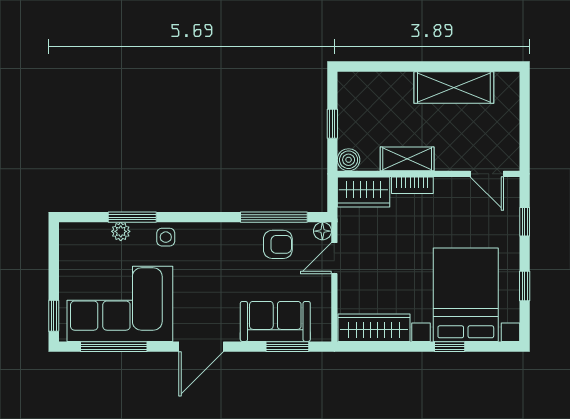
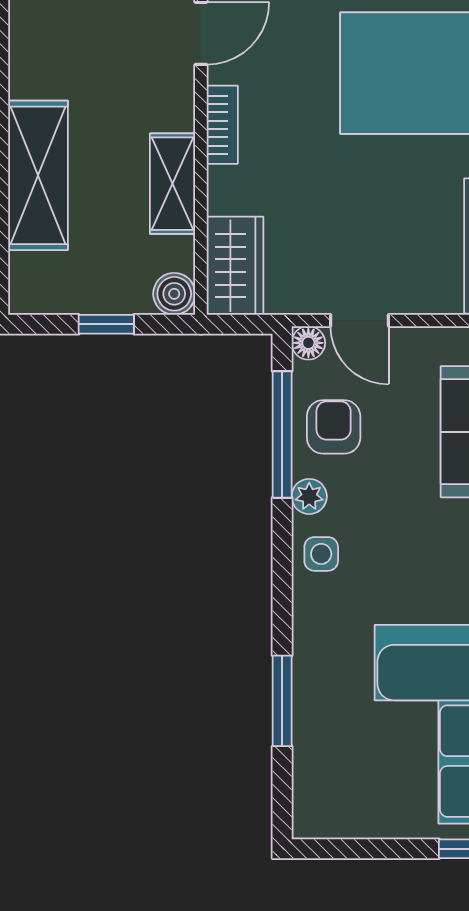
shelving: (454, 87) -> (38, 175), moved
bookcase: (412, 185) -> (222, 125), moved
plant: (121, 231) -> (309, 496), moved
side table: (166, 237) -> (321, 554), moved

